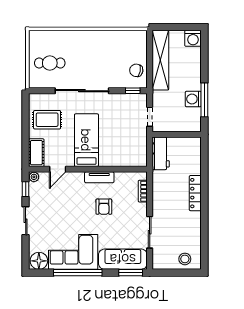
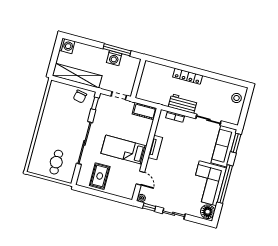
cot: (36, 153) -> (144, 111), moved
workbench: (161, 153) -> (183, 104), moved
armchair: (104, 207) -> (179, 150), removed

